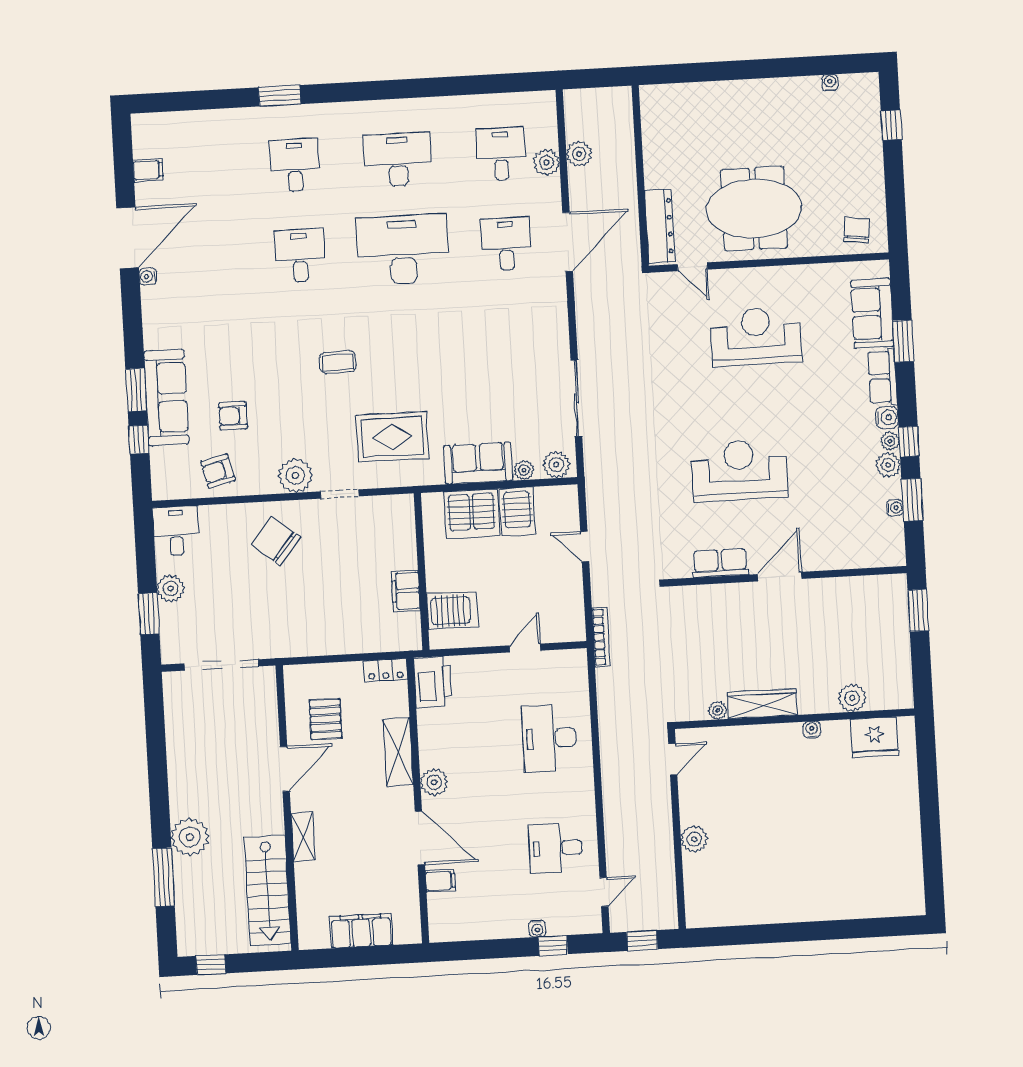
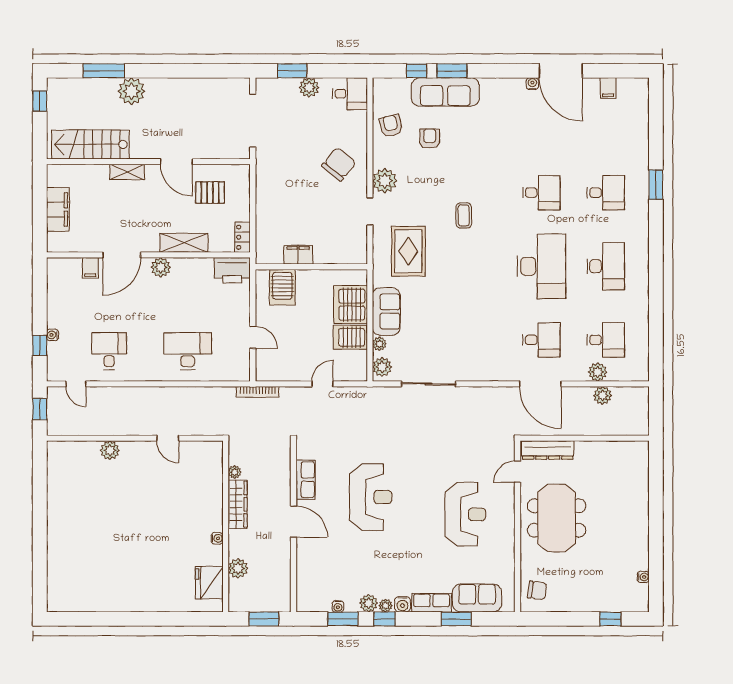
plant: (852, 698) -> (238, 568), moved
wardrobe: (762, 704) -> (238, 504), moved
plant: (718, 710) -> (235, 472), moved
wall: (794, 719) -> (226, 526), moved
water cooler: (812, 730) -> (217, 538), moved
fridge: (874, 737) -> (209, 583), moved

